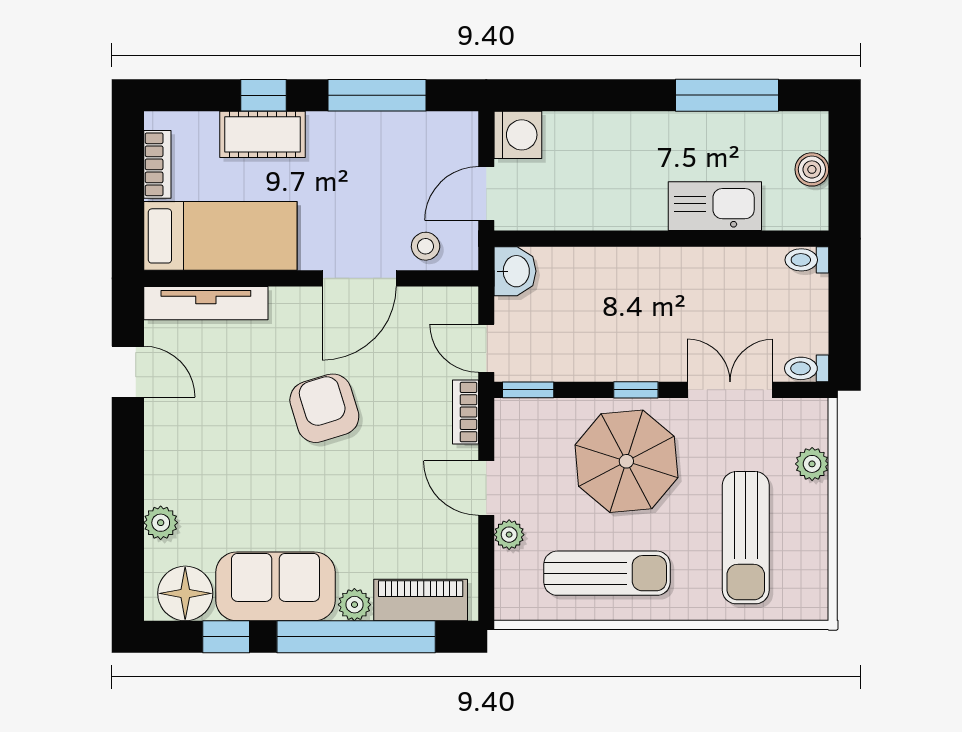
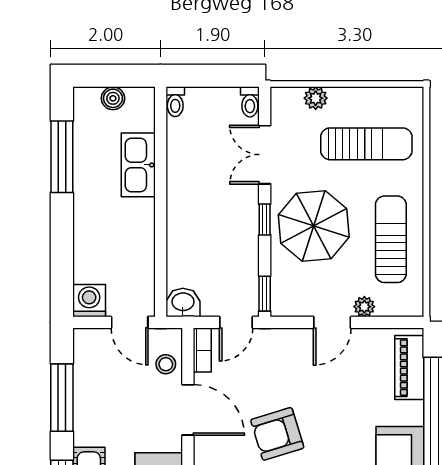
bookcase: (465, 412) -> (202, 350), moved, turned -90
plant: (354, 605) -> (412, 413), removed

